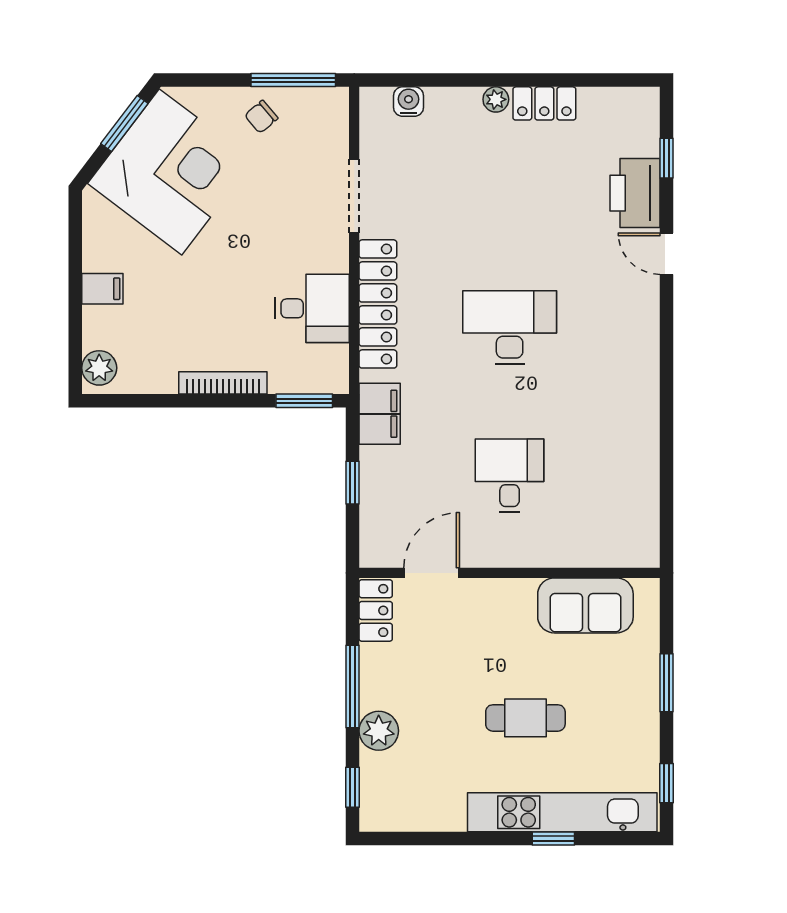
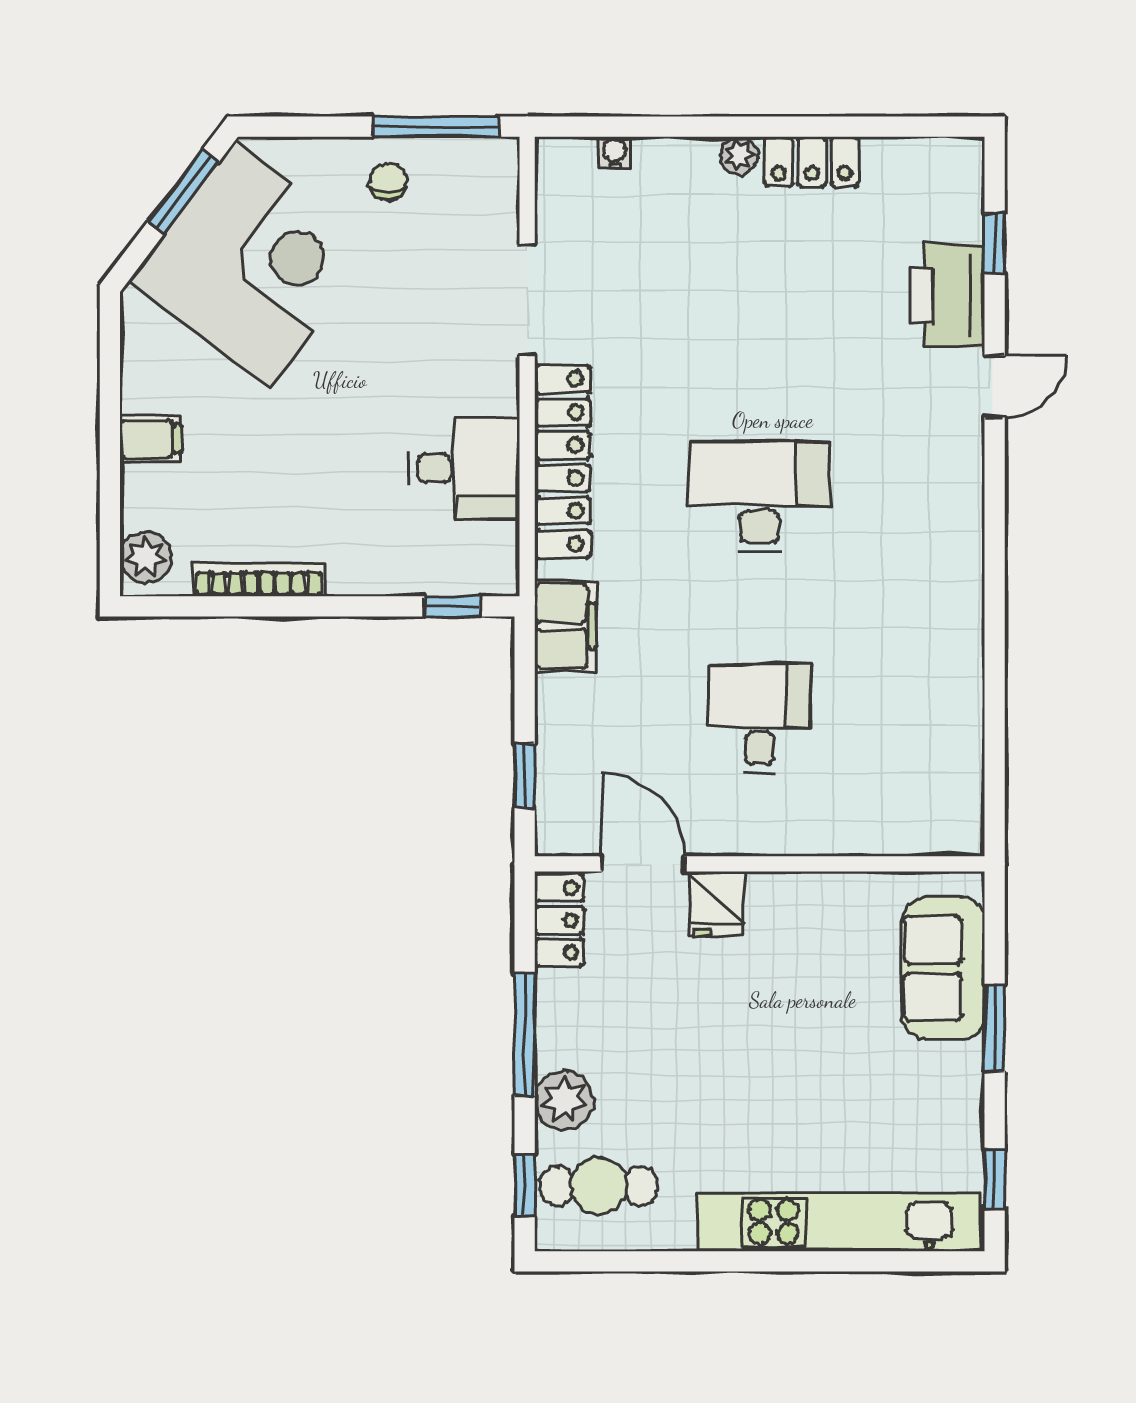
water cooler: (409, 102) -> (615, 153), width x0.72, depth x0.72
chair: (261, 117) -> (388, 182), turned 130
door: (667, 254) -> (995, 386), swing flipped
bookcase: (223, 383) -> (259, 580), moved
window: (304, 401) -> (452, 606), width x0.67
window: (353, 483) -> (525, 775), moved
door: (432, 573) -> (643, 864), hinge flipped
fridge: (480, 599) -> (716, 904), added
sofa: (585, 605) -> (943, 968), moved, turned 90
cafe table: (525, 718) -> (598, 1186), moved
window: (553, 838) -> (825, 1261), removed

